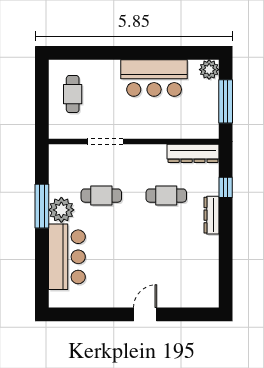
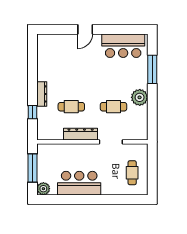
dresser: (193, 153) -> (81, 134), moved
window: (42, 206) -> (152, 69), moved
bar counter: (67, 257) -> (123, 46), moved, turned -90

